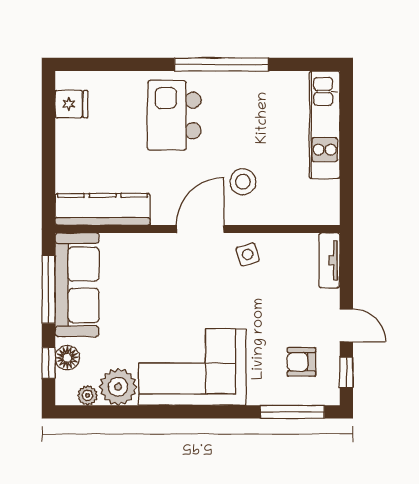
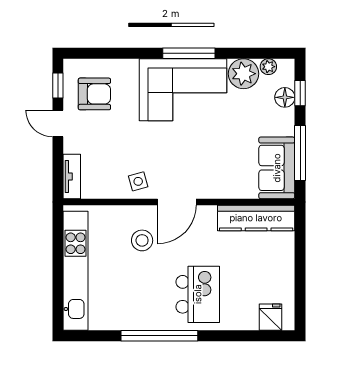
fridge: (71, 104) -> (271, 317), moved, turned 90
kitchen unit: (325, 125) -> (76, 271), width x1.36
sofa: (77, 285) -> (277, 168), width x0.73
armchair: (301, 362) -> (94, 94), width x1.38, depth x1.38
window: (292, 412) -> (189, 53), moved

